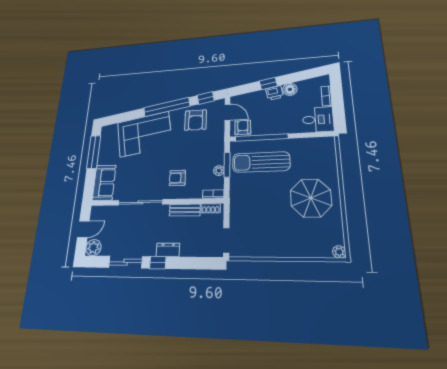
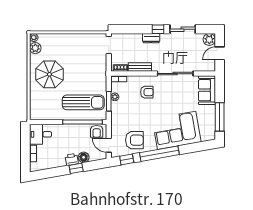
floor lamp: (290, 89) -> (84, 157), moved
armchair: (196, 120) -> (134, 140), turned 90
plant: (335, 236) -> (35, 48), added

